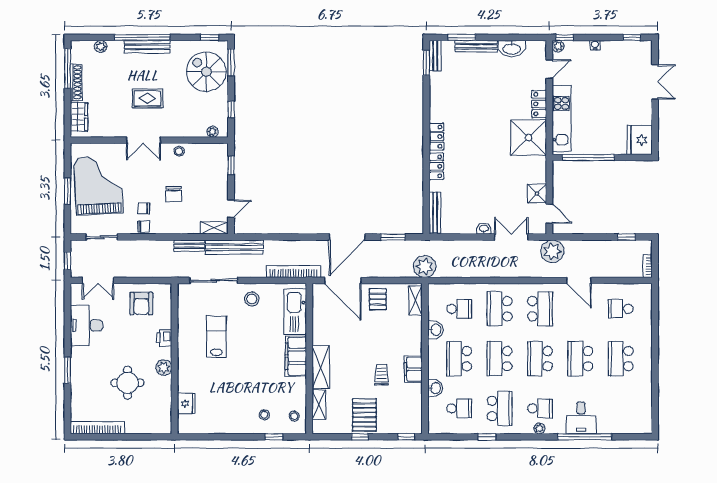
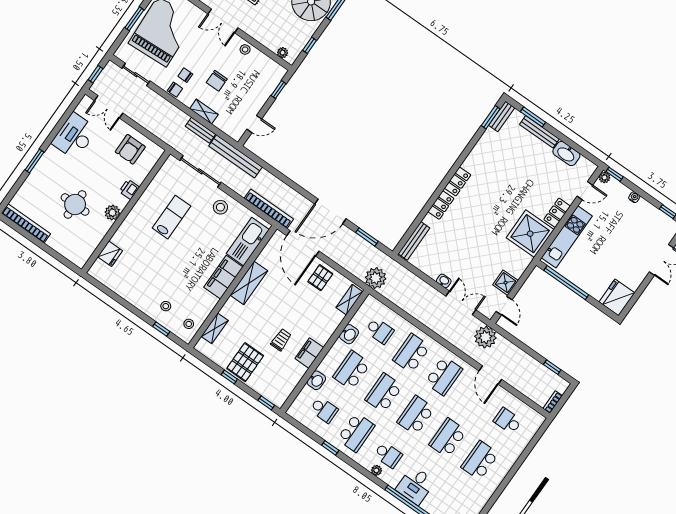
shelving: (214, 228) -> (204, 112), moved
shelving: (321, 367) -> (249, 283), moved

